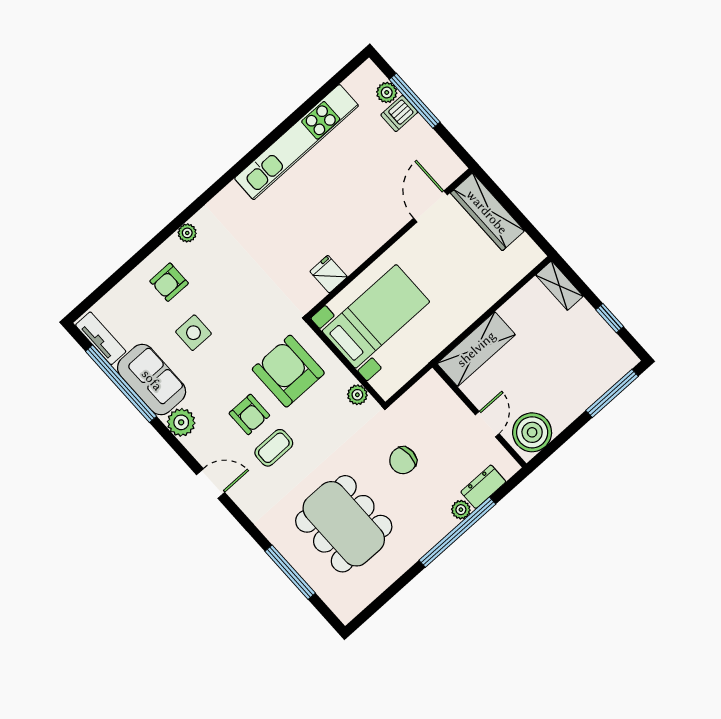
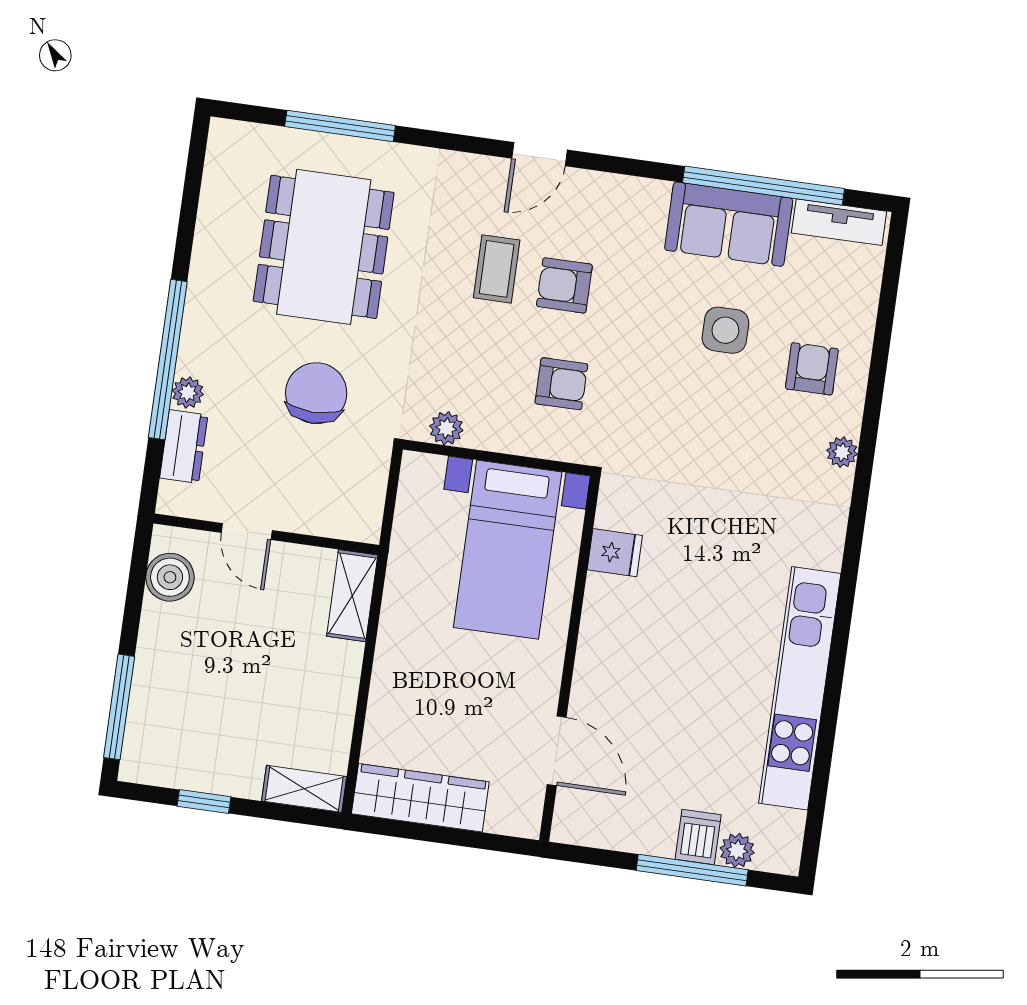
wardrobe: (487, 212) -> (420, 798), moved
shelving: (476, 349) -> (352, 596), width x0.67, depth x0.75
armchair: (288, 371) -> (561, 384), width x0.53, depth x0.53
plant: (181, 422) -> (644, 201), removed
boiler: (532, 432) -> (170, 577), width x0.73, depth x0.73
chair: (403, 460) -> (316, 393), width x1.37, depth x1.37
dining table: (344, 524) -> (324, 247), turned 90

